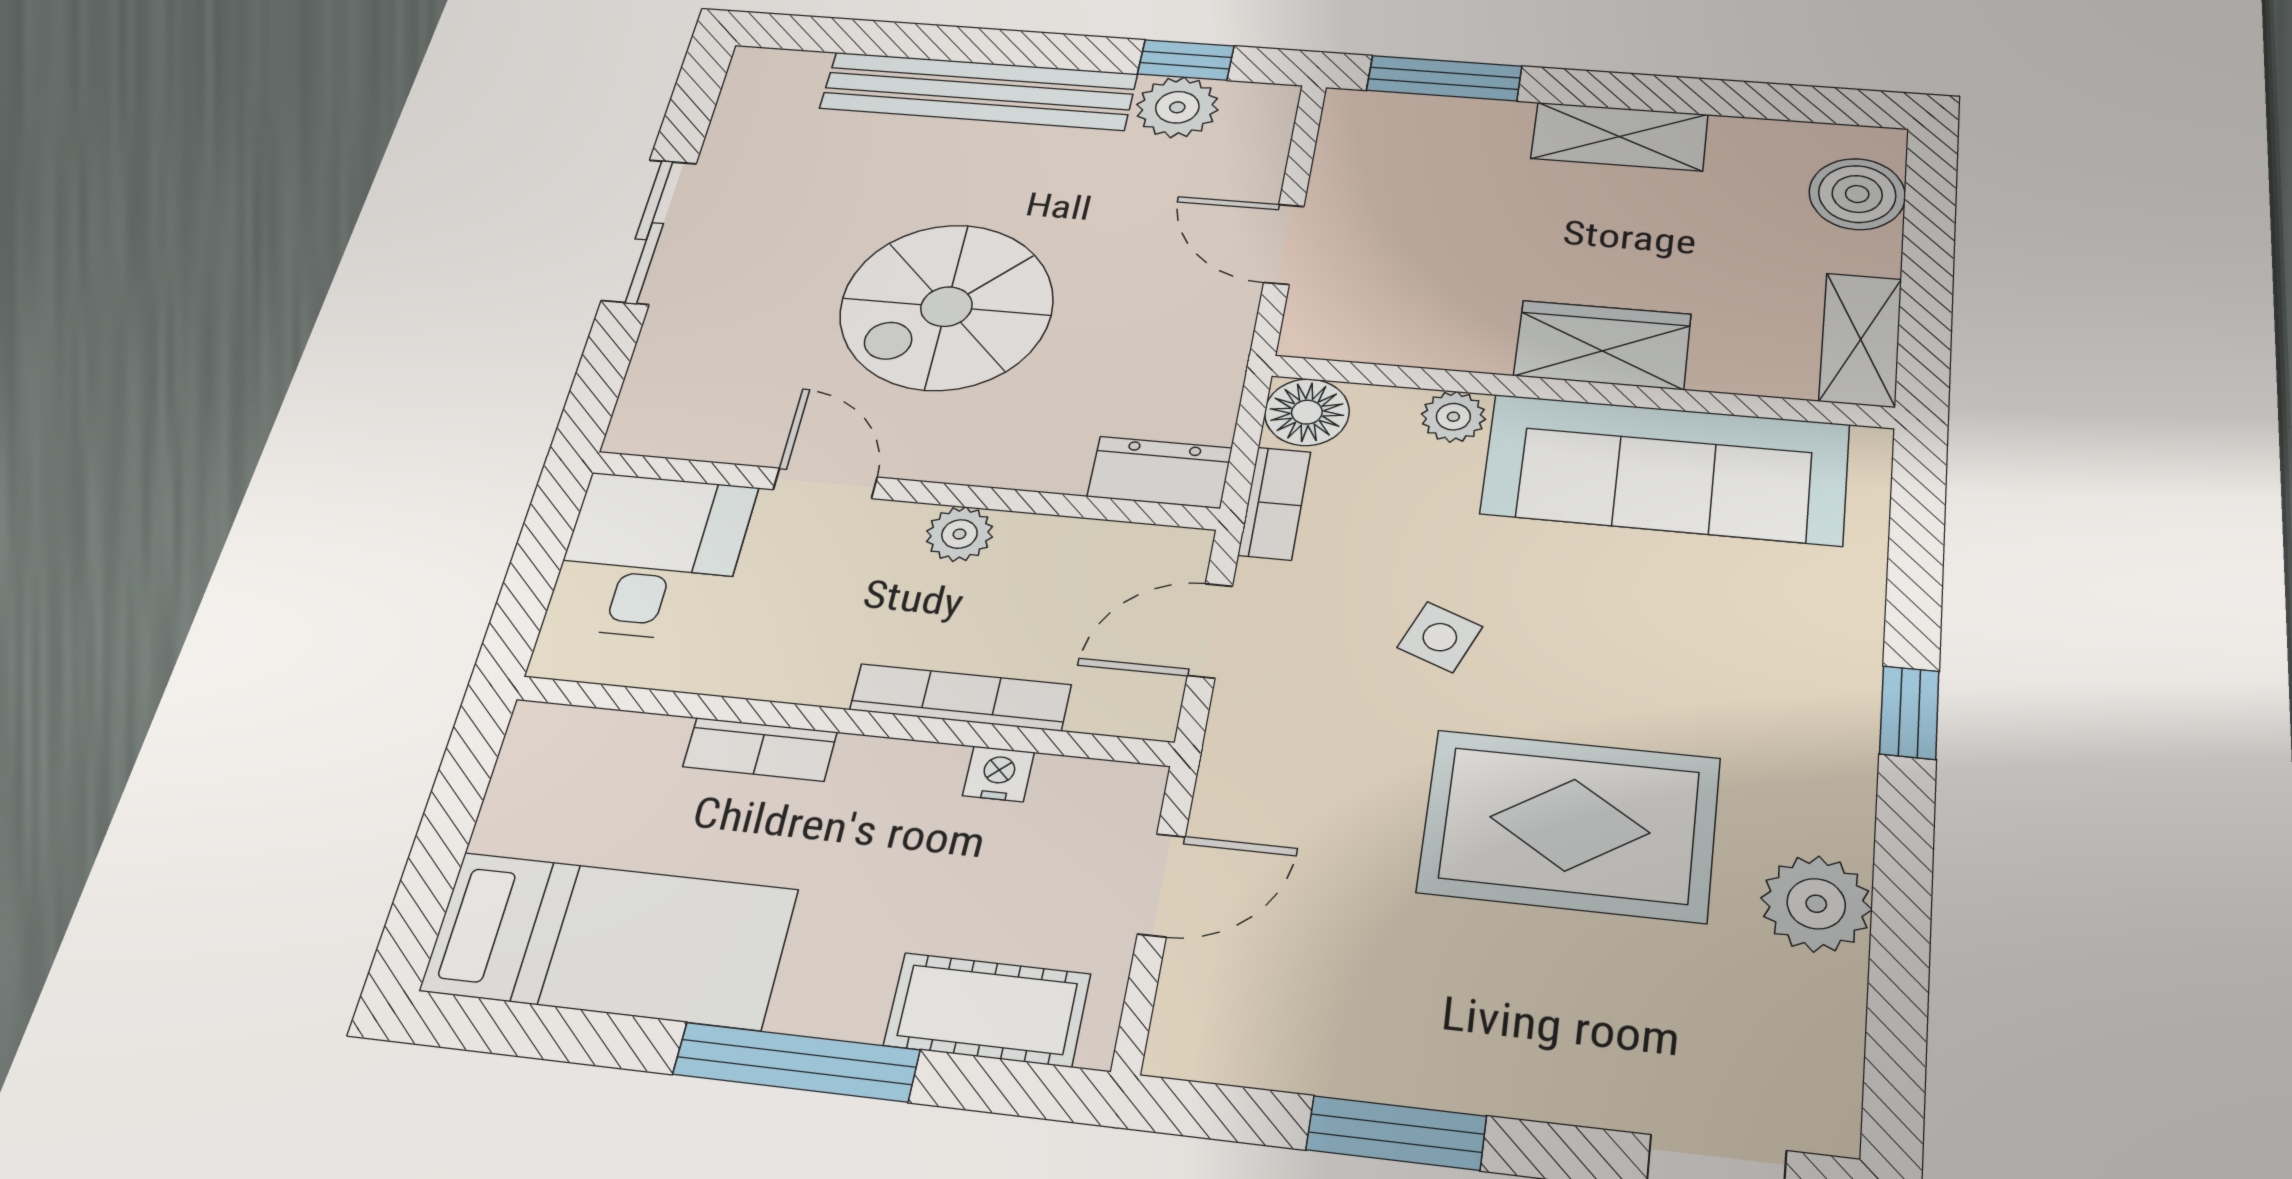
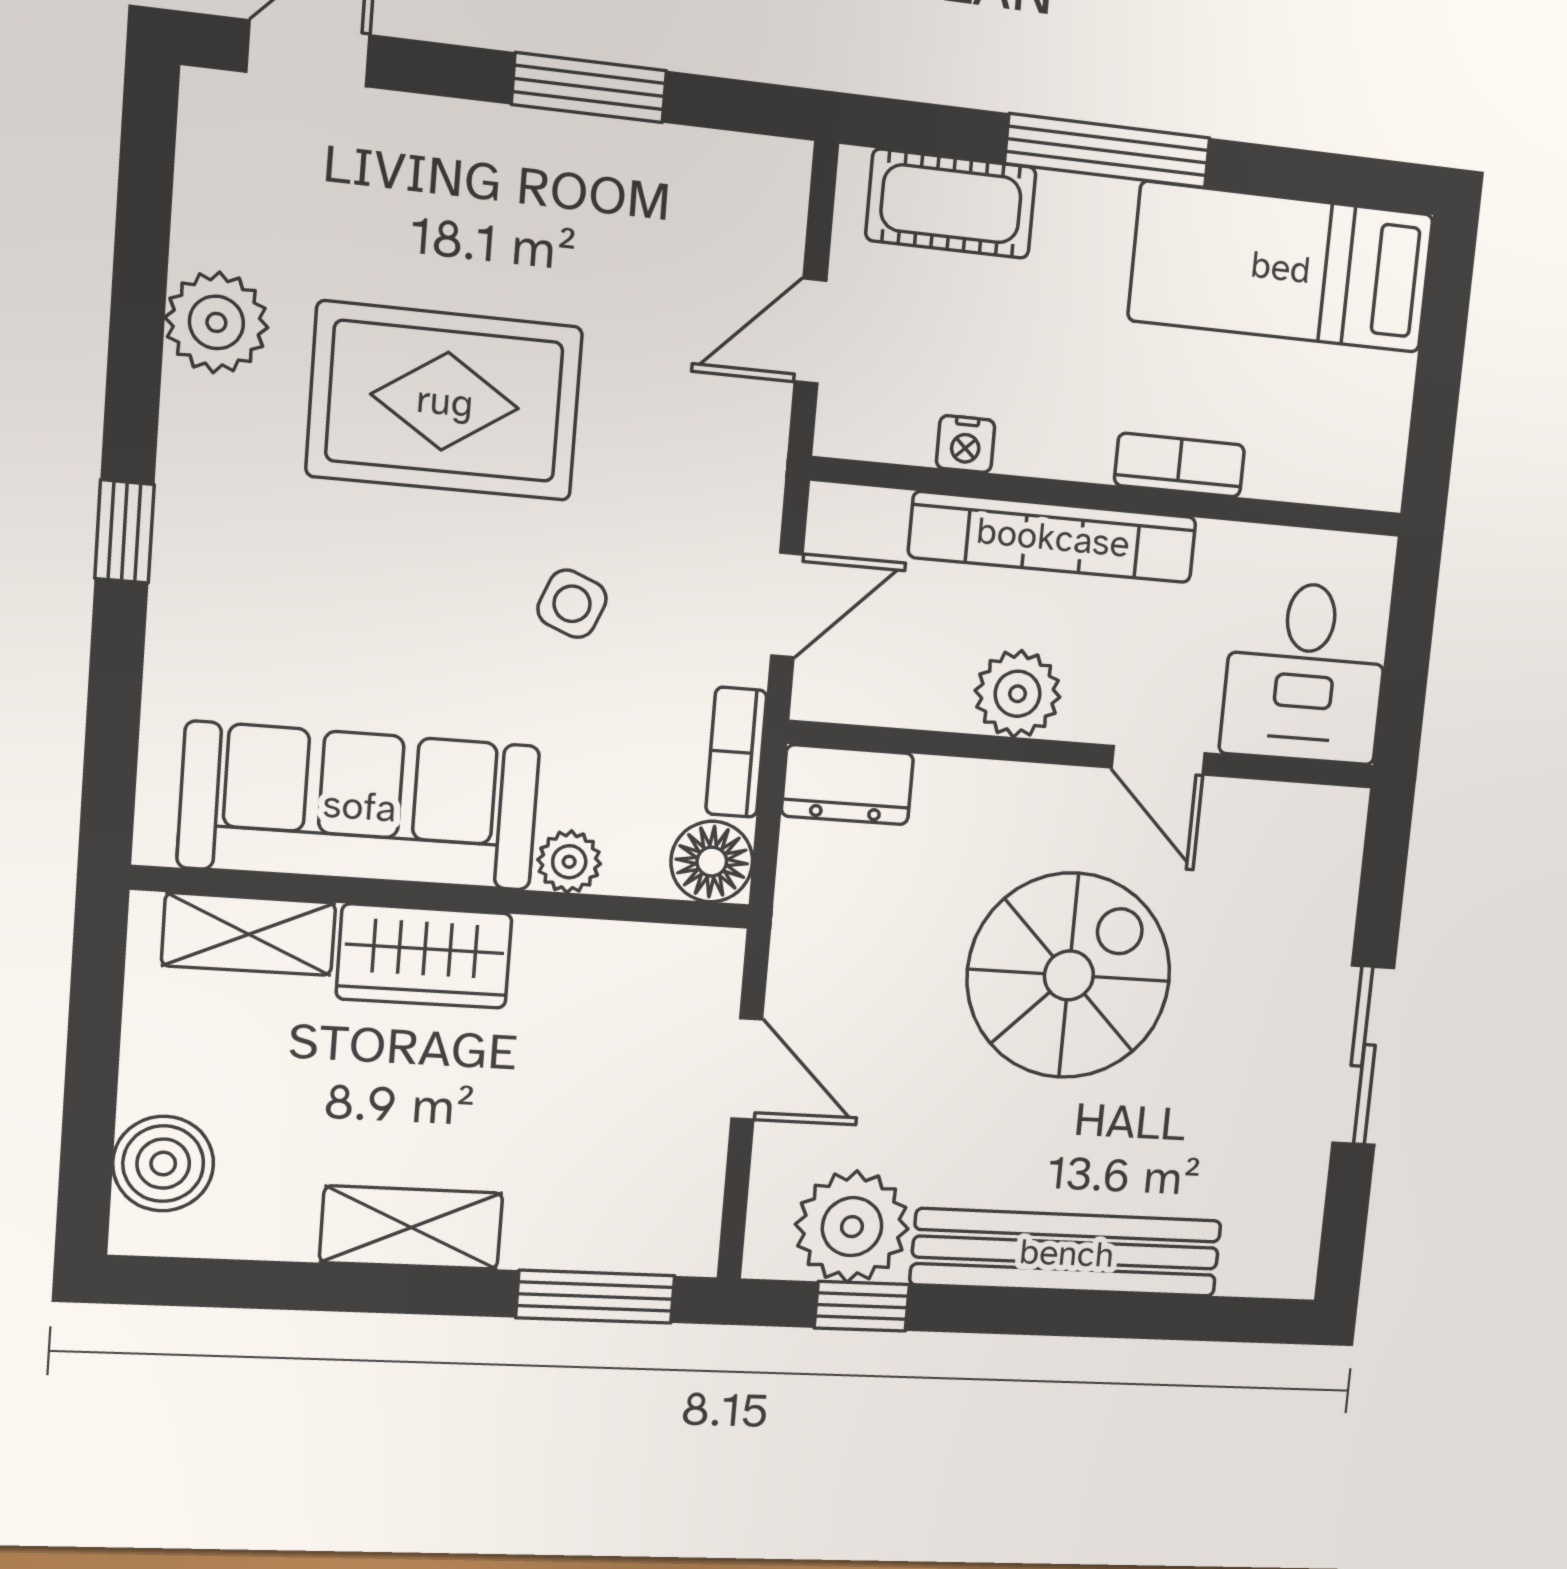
plant: (1177, 107) -> (852, 1227), width x1.36, depth x1.36
shelving: (1861, 340) -> (249, 934), moved, turned 90
plant: (959, 534) -> (1018, 694), width x1.38, depth x1.38
bookcase: (960, 697) -> (1053, 537), width x1.48, depth x1.31

